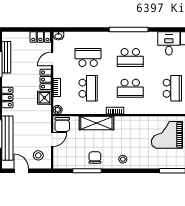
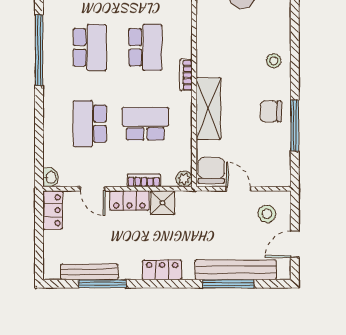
chair: (62, 125) -> (211, 170), turned -90

